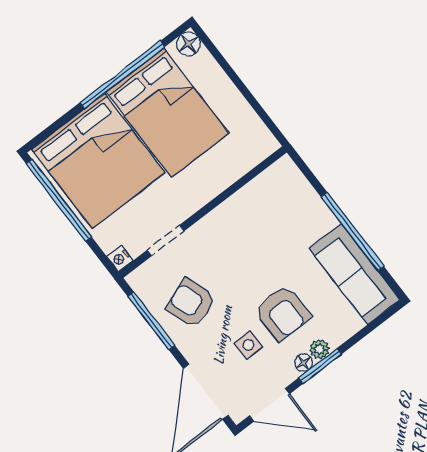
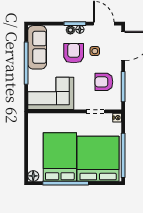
corner sofa: (269, 212) -> (51, 93), added
armchair: (191, 303) -> (104, 82), turned 110

